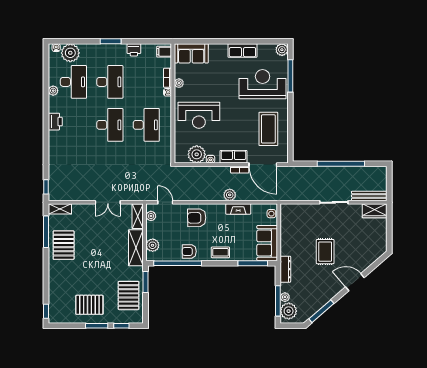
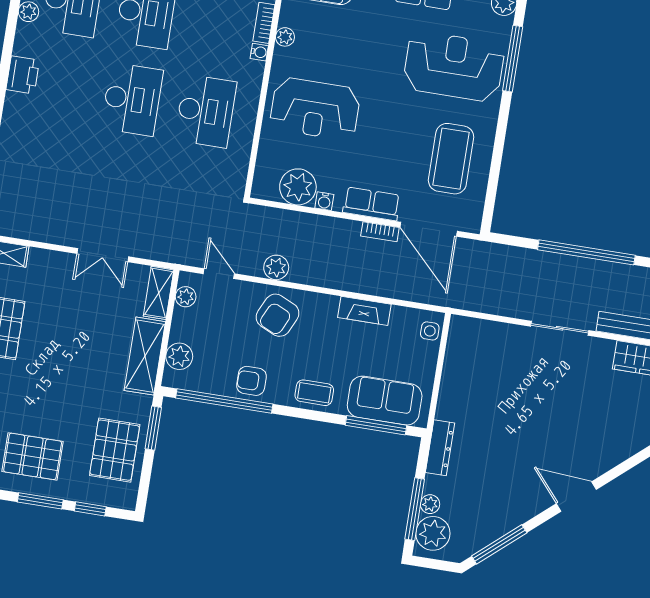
plant: (230, 195) -> (276, 267), moved
armchair: (197, 218) -> (278, 315), turned -64
sofa: (267, 243) -> (385, 401), moved, turned 90
rug: (325, 252) -> (526, 425), removed

